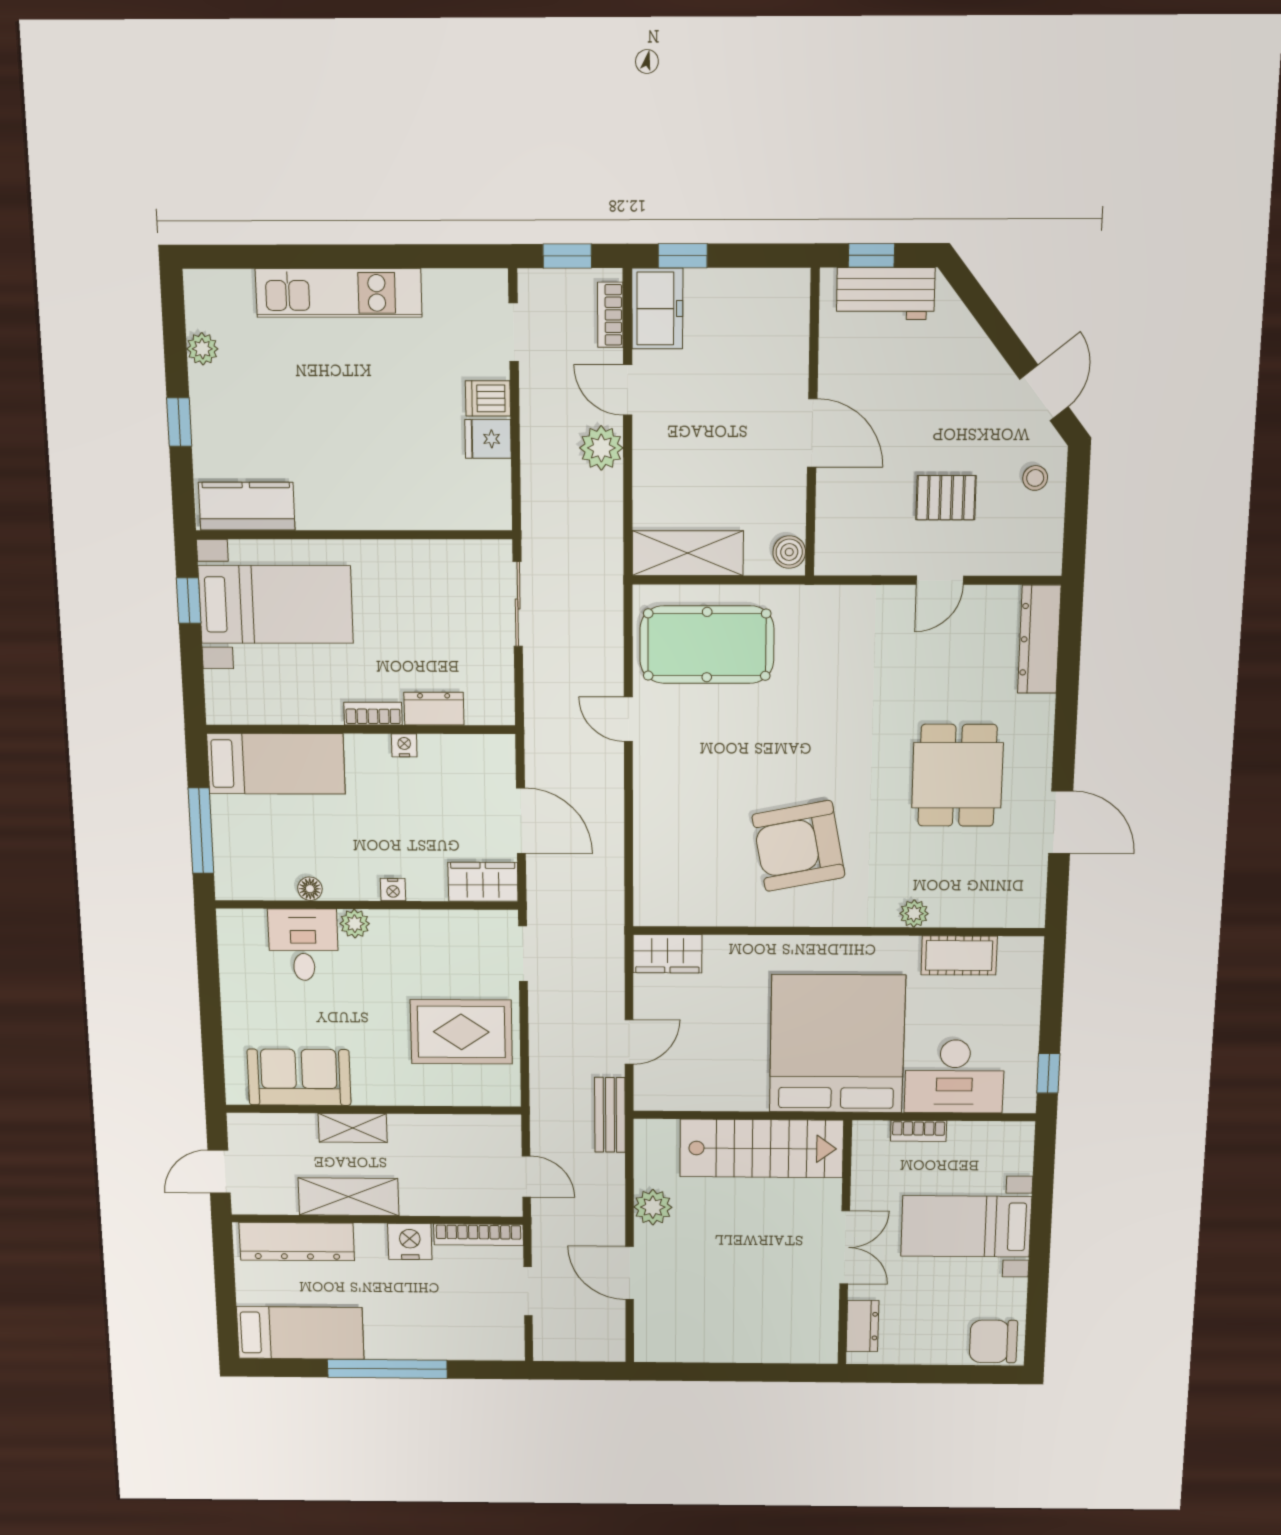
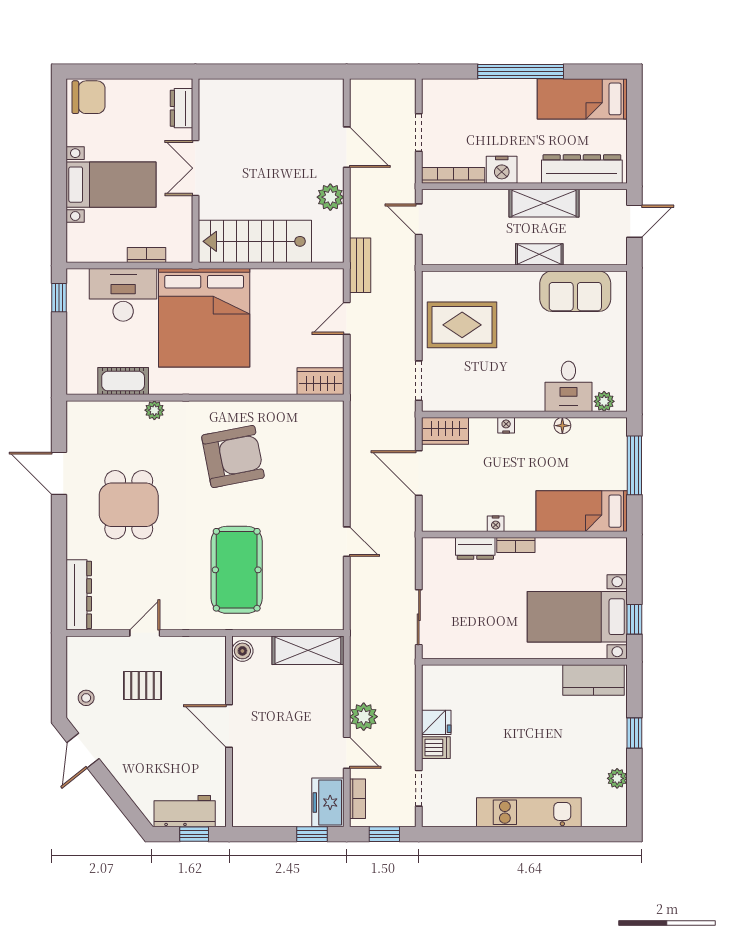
pool table: (707, 645) -> (237, 570), moved, turned 90
plant: (355, 924) -> (604, 401), moved

